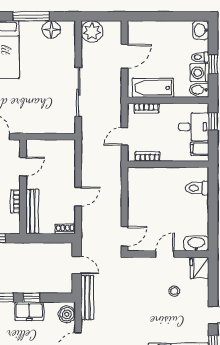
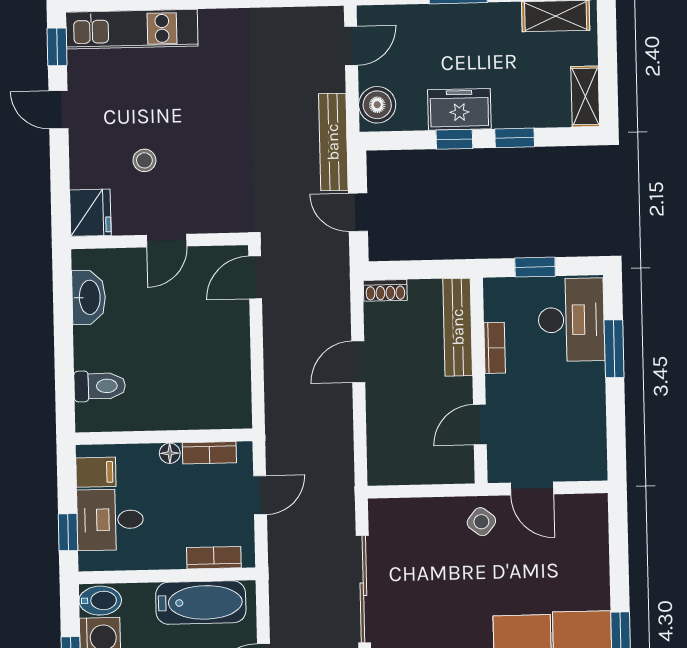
side table: (23, 122) -> (481, 522), added
floor lamp: (166, 157) -> (170, 453), added
washbasin: (196, 244) -> (89, 297), moved, turned -90

